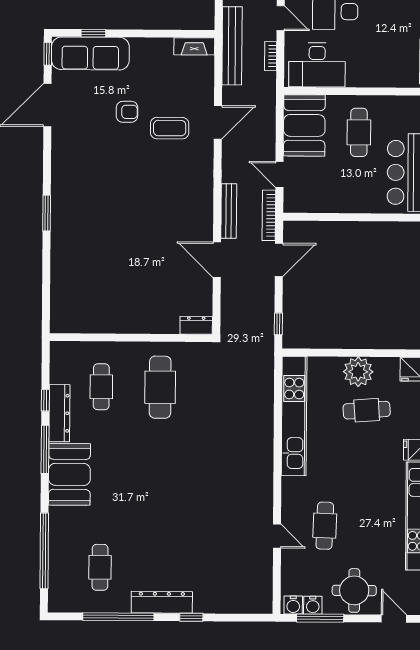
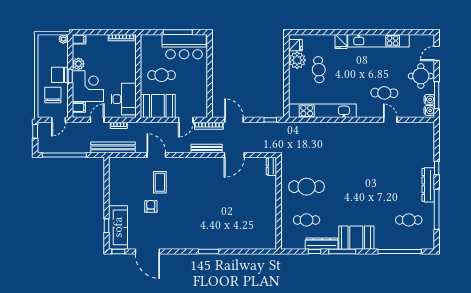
fireplace: (194, 46) -> (114, 169), removed
plant: (358, 372) -> (297, 60), moved
door: (277, 536) -> (390, 120), hinge flipped

